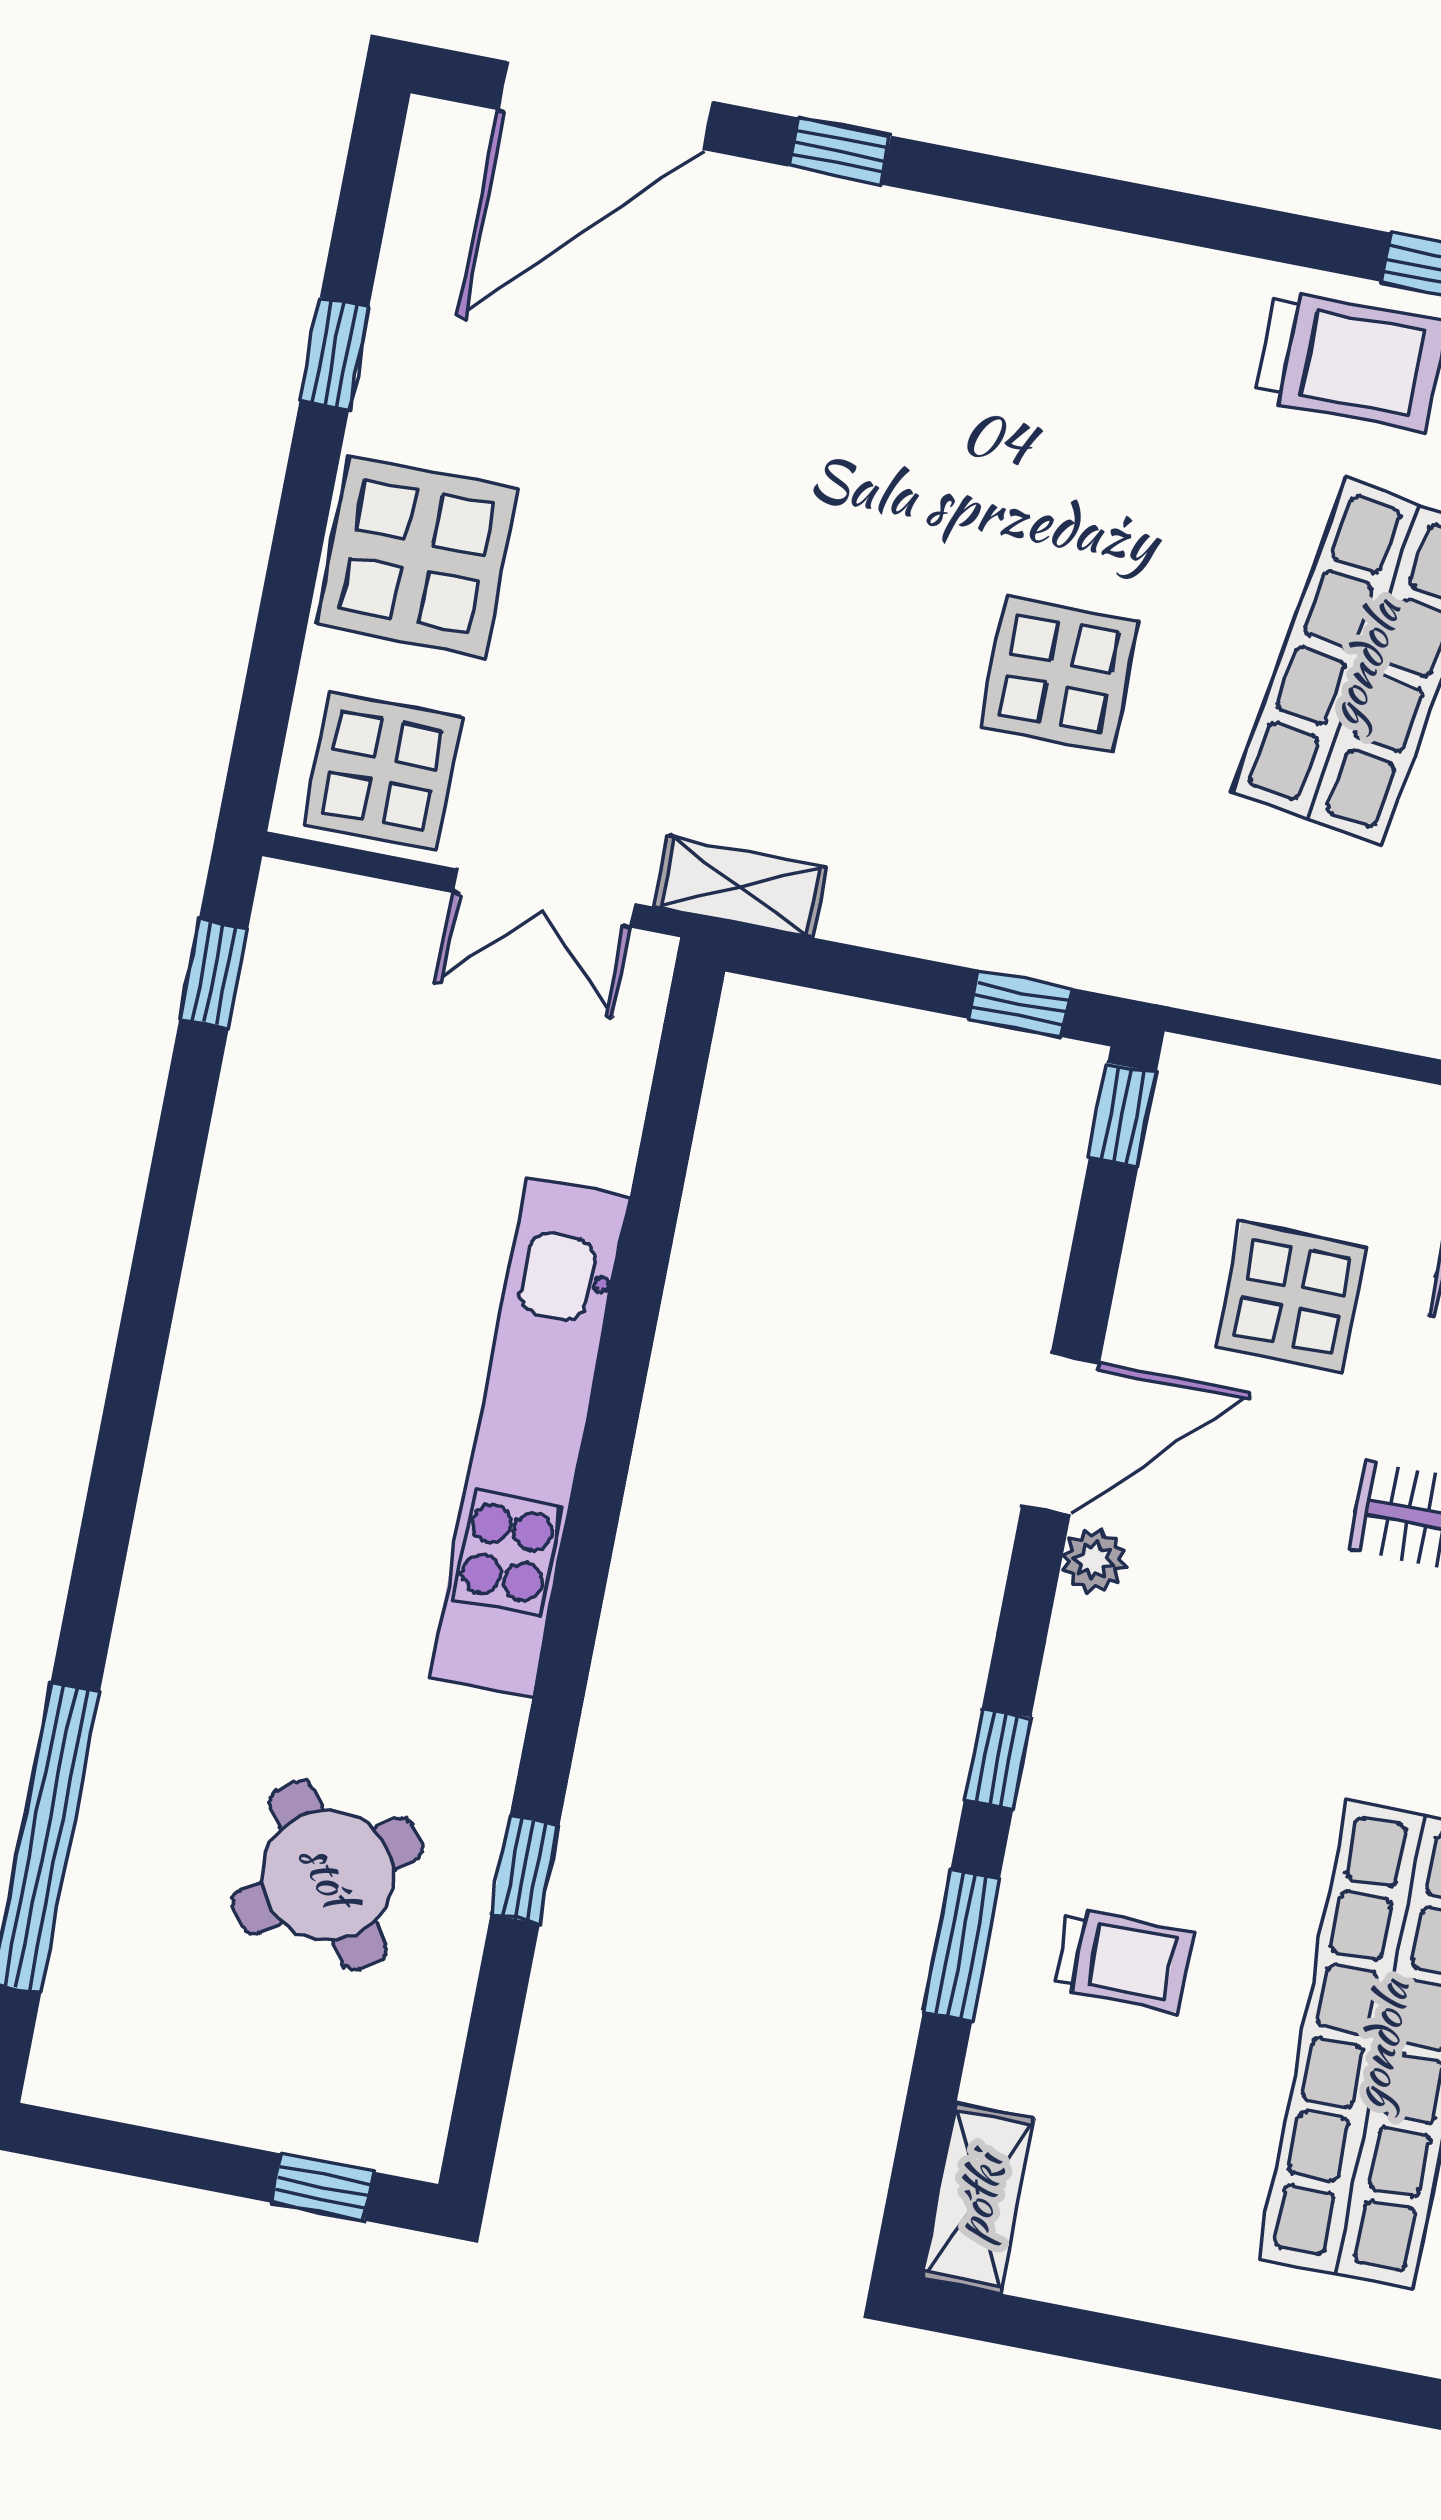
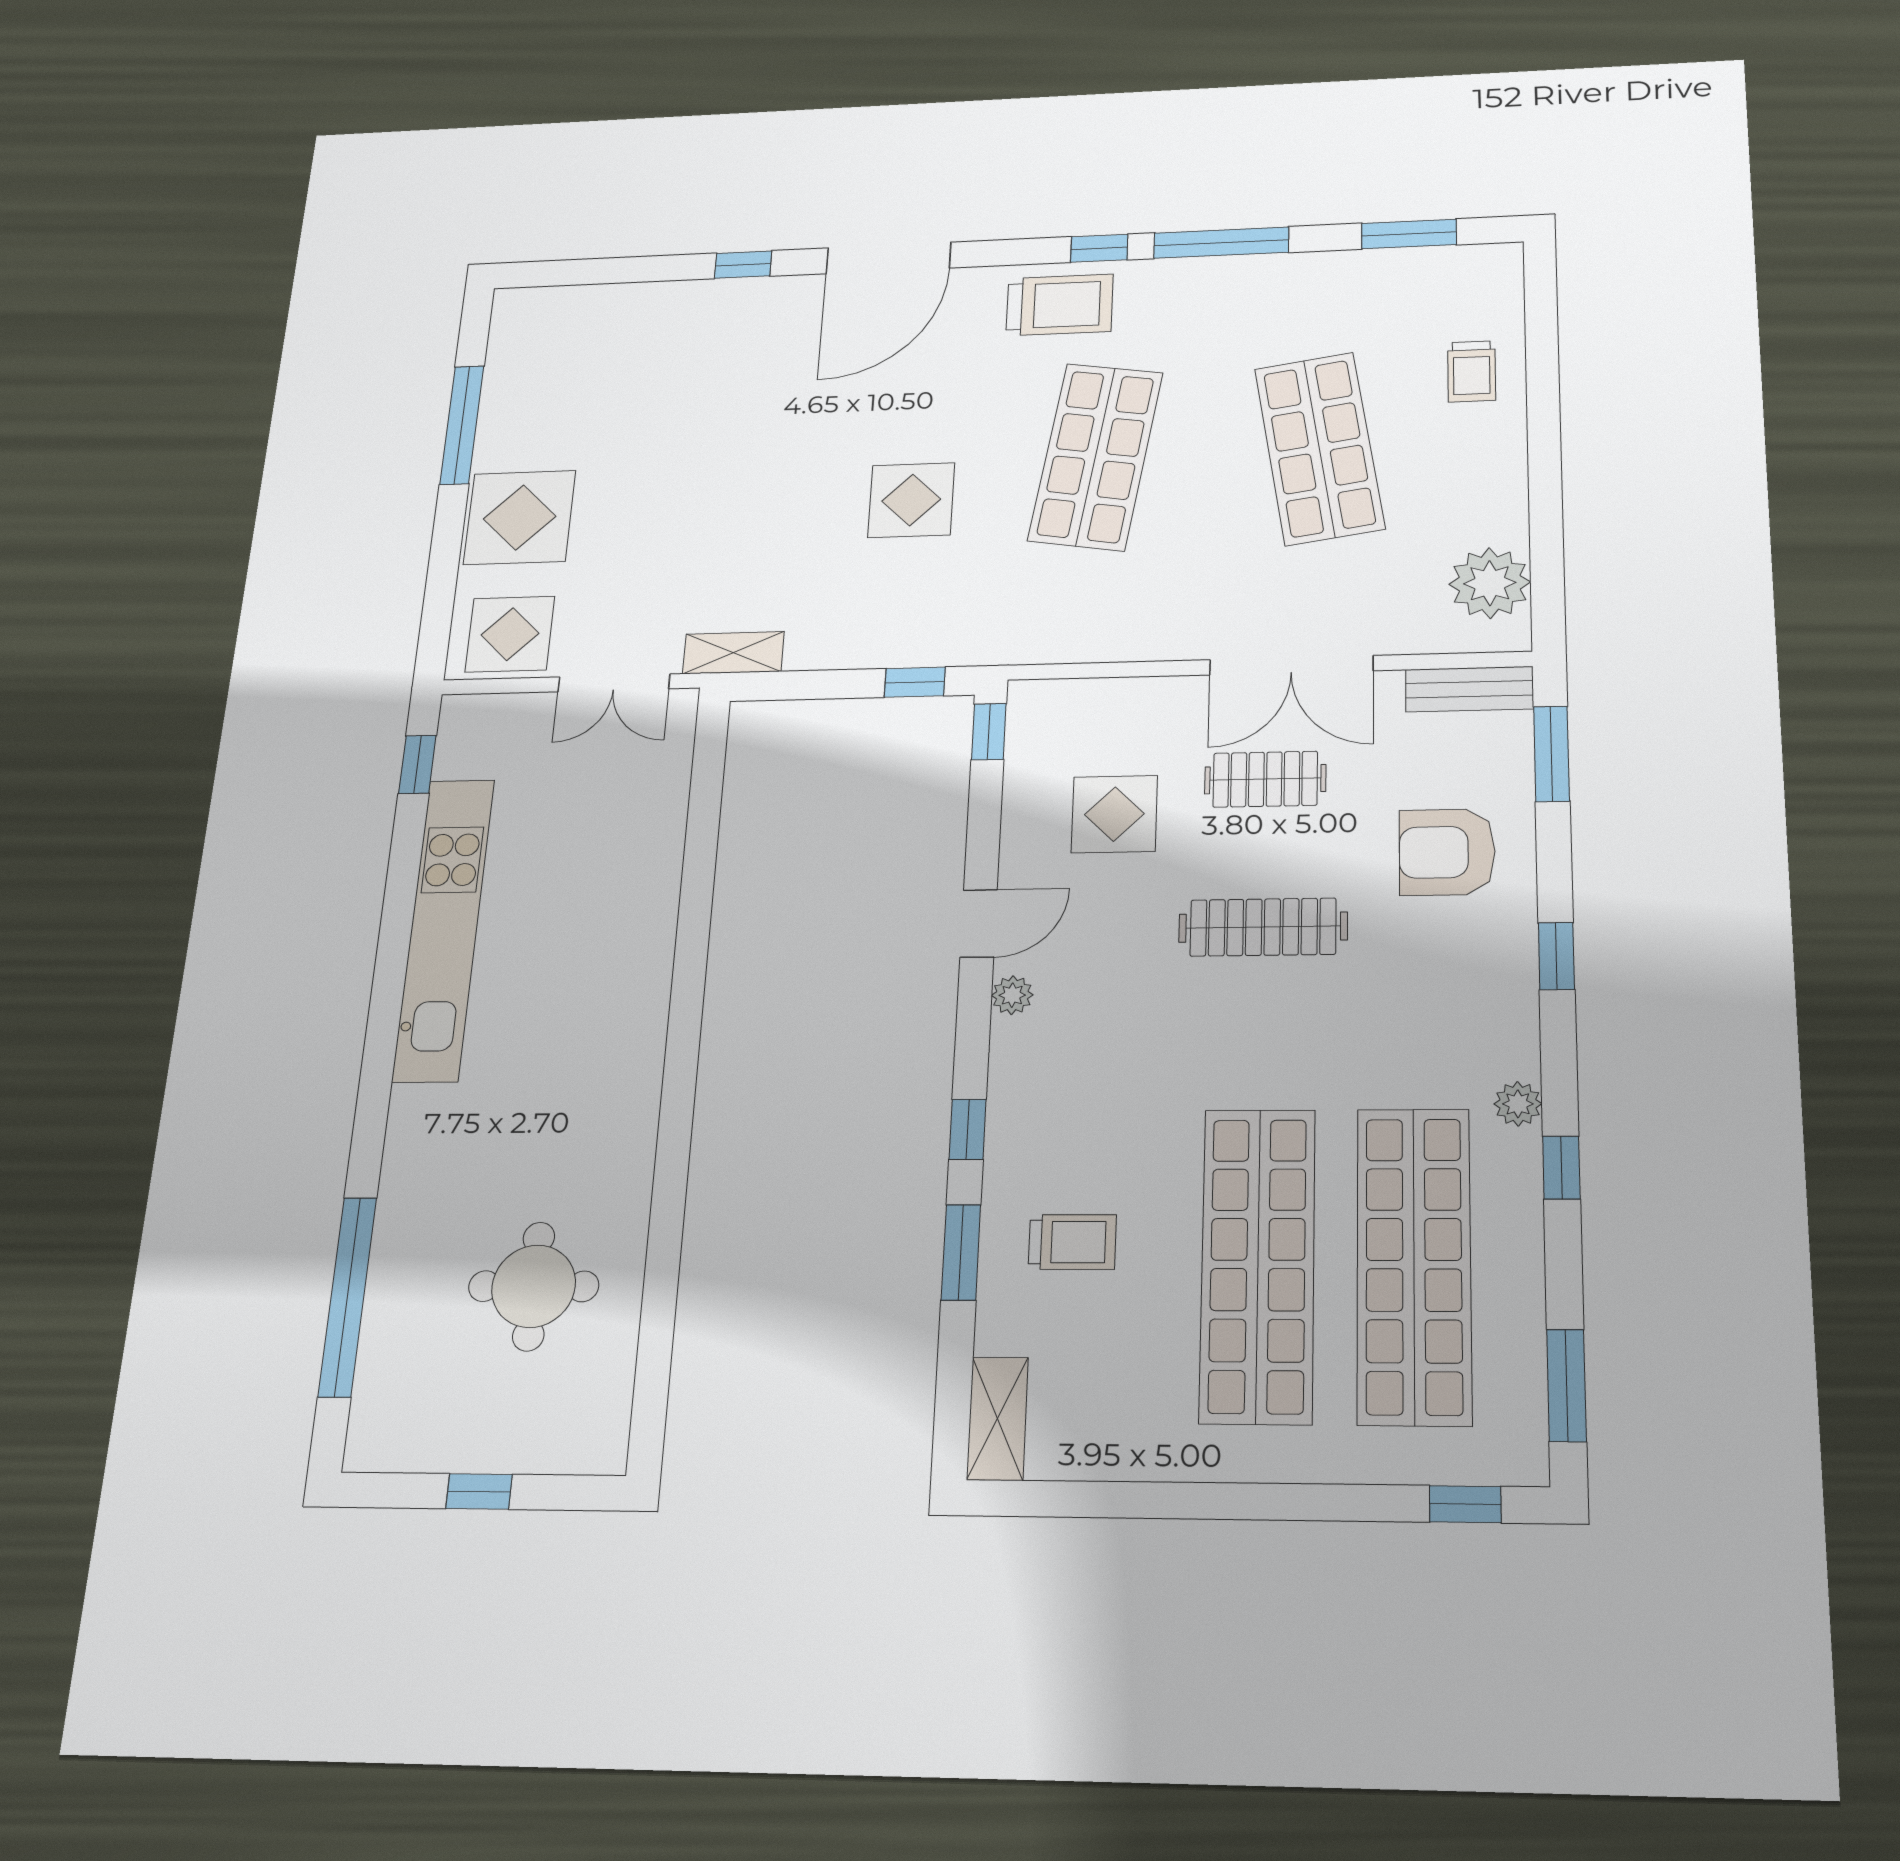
door: (605, 106) -> (888, 258), moved
window: (334, 354) -> (462, 425), width x2.17
door: (1061, 1434) -> (979, 923), width x0.73
kitchen unit: (530, 1438) -> (444, 929), moved, turned 180
window: (525, 1870) -> (663, 1258), removed
round table: (328, 1875) -> (534, 1286), turned 36
window: (323, 2187) -> (479, 1491), moved

